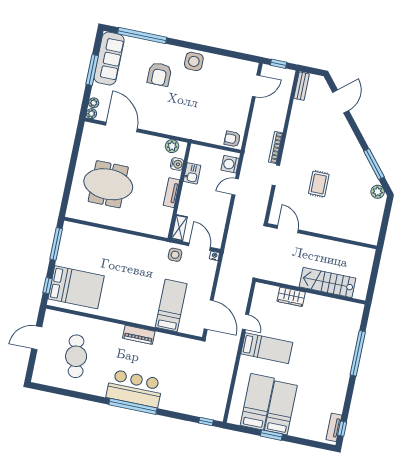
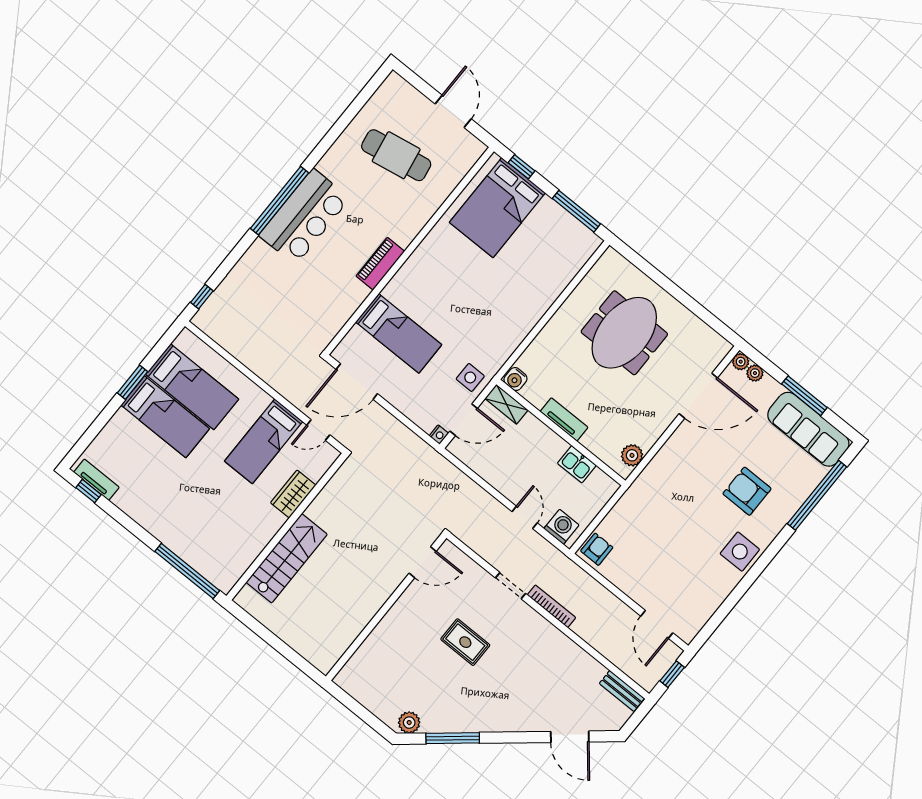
water cooler: (177, 164) -> (515, 379), moved
stairs: (328, 283) -> (287, 558), moved
wall: (311, 291) -> (287, 527), moved
wardrobe: (291, 297) -> (293, 494), moved

